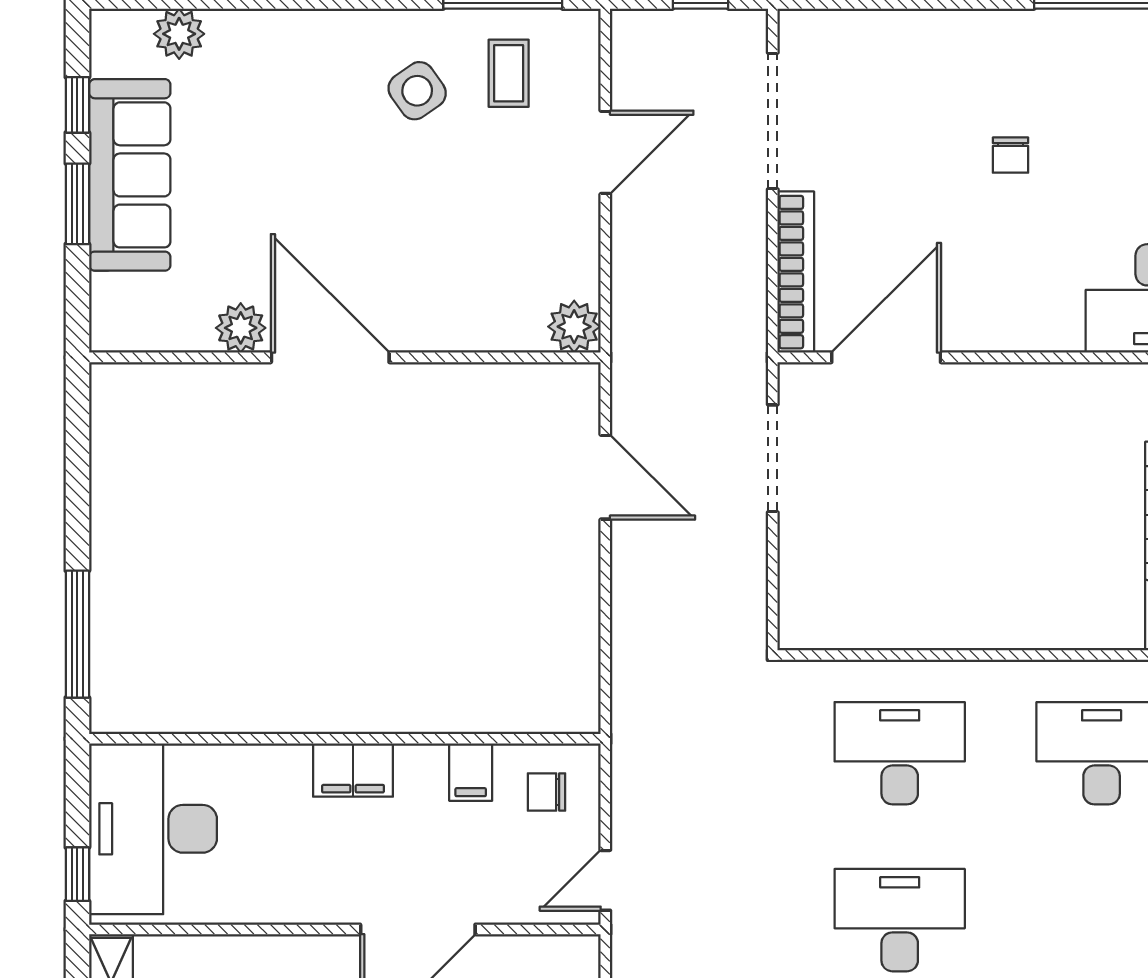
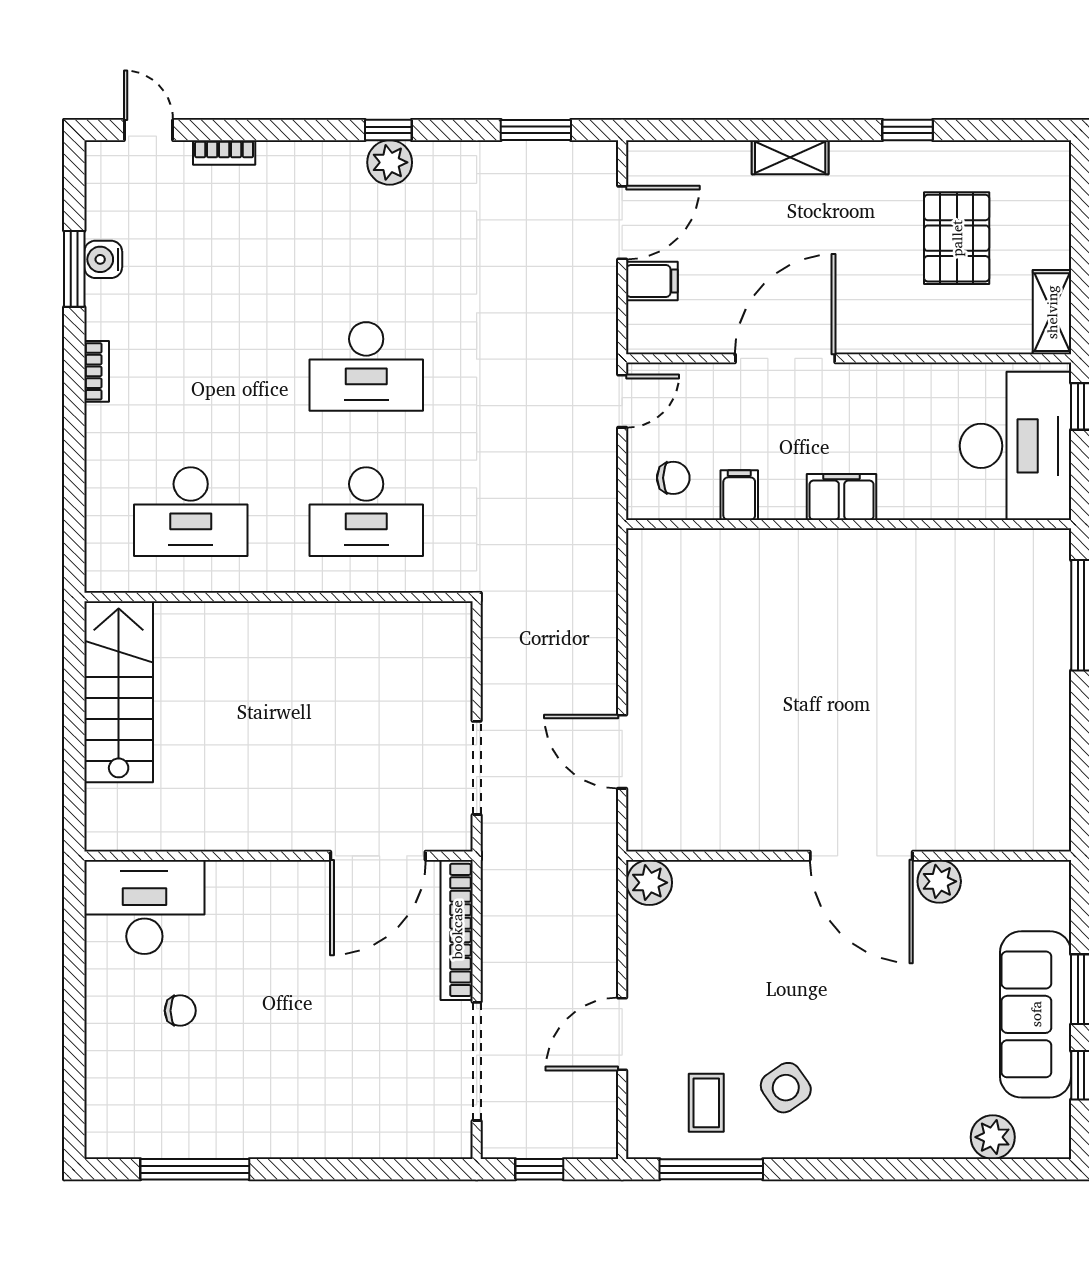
chair: (1011, 155) -> (180, 1011), moved, turned 90

